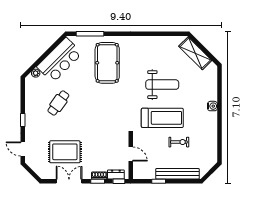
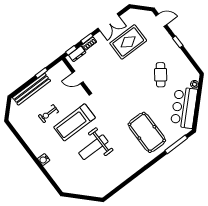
shelving: (195, 53) -> (86, 189), removed

